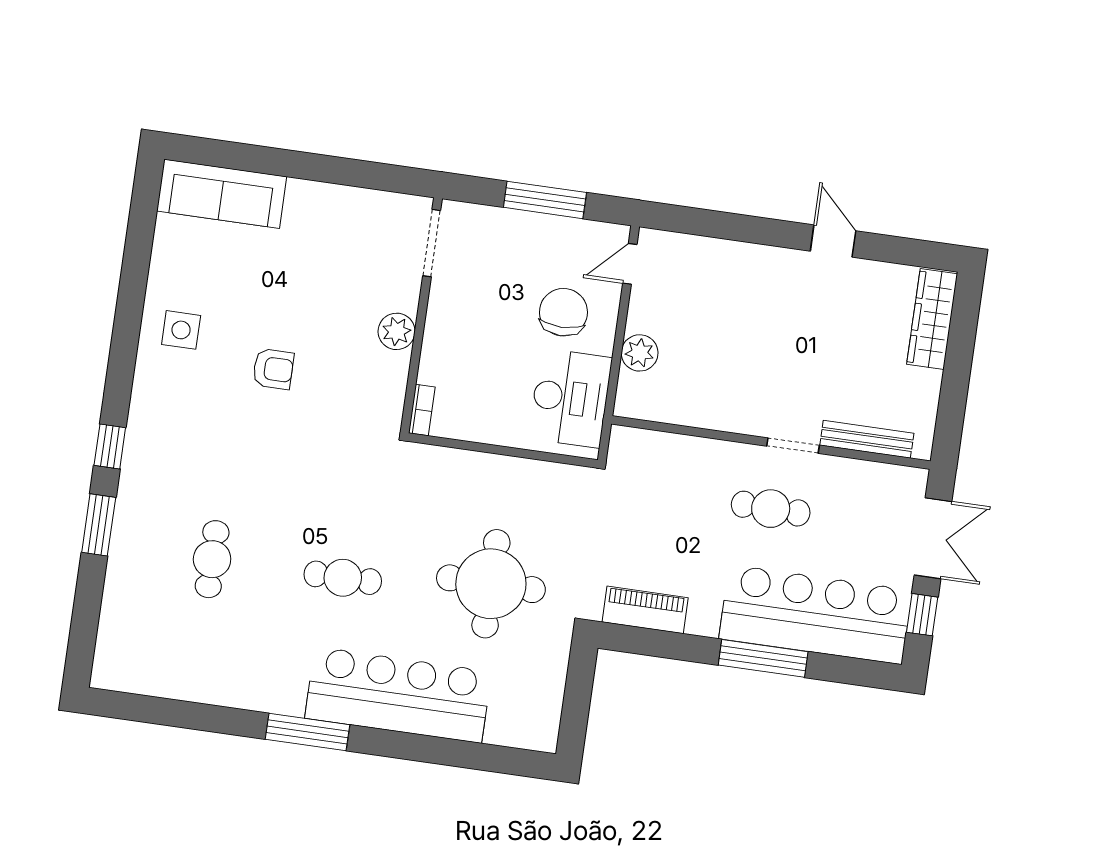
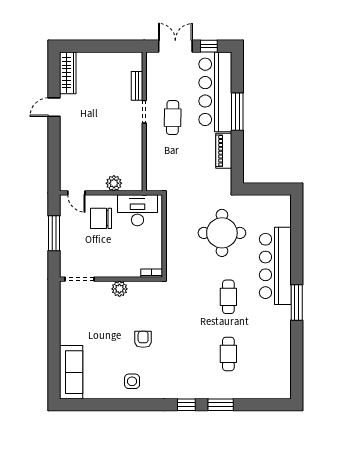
wardrobe: (932, 319) -> (68, 73), moved, turned -90
bench: (867, 439) -> (137, 86), width x0.73
cafe table: (212, 559) -> (228, 354), turned 90
piano: (645, 610) -> (224, 151), moved

